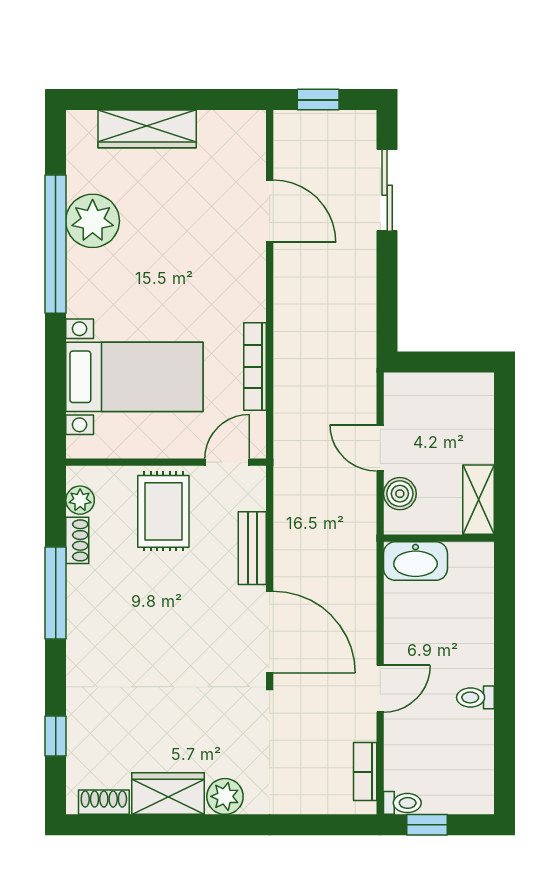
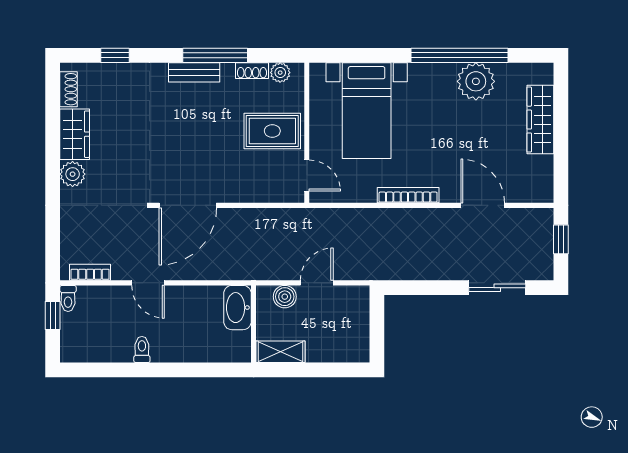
door: (270, 211) -> (483, 205), swing flipped
bookcase: (255, 367) -> (408, 195), moved
bench: (252, 548) -> (194, 72), moved

